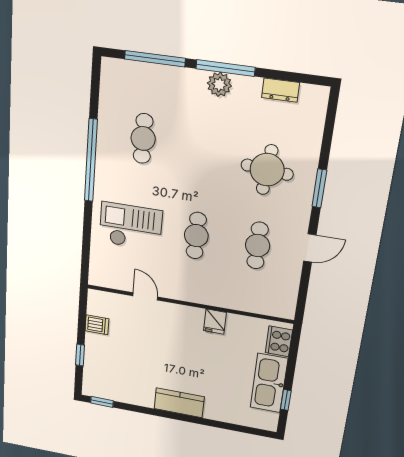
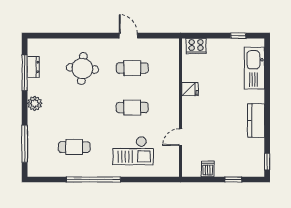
window: (225, 68) -> (25, 73), moved
window: (319, 188) -> (89, 36), removed
checkout: (131, 226) -> (133, 151), turned -90
kitchen sink: (269, 383) -> (254, 68), moved, turned 90
kitchen counter: (179, 403) -> (256, 120), moved

